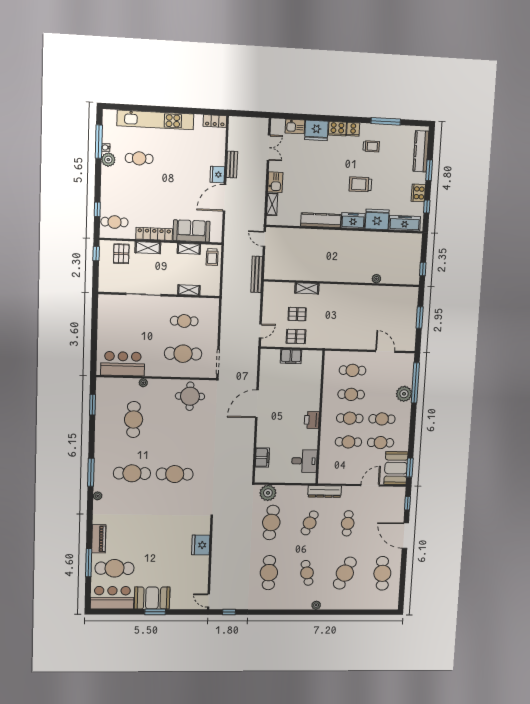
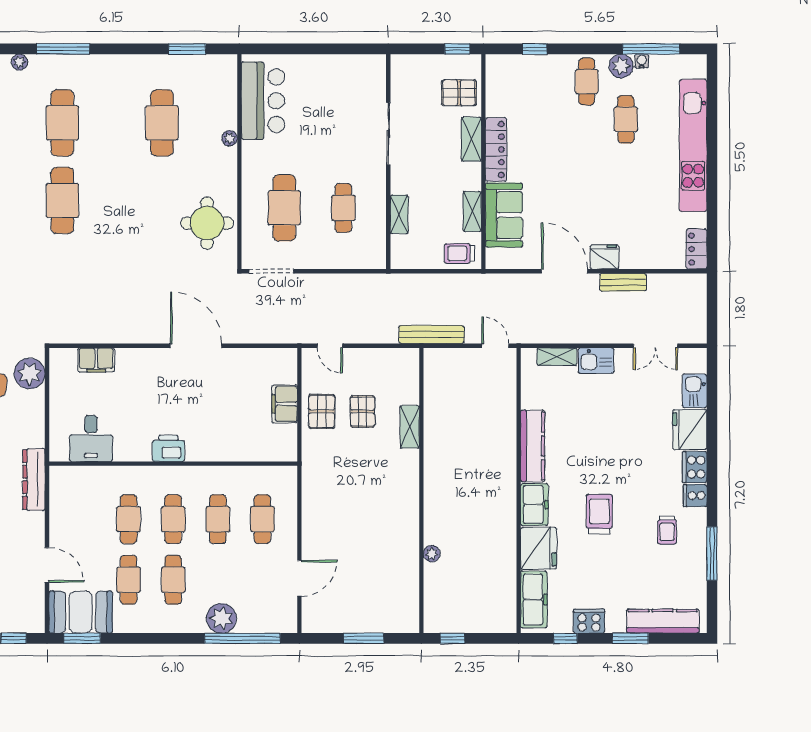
cafe table: (114, 222) -> (587, 82), moved
door: (264, 239) -> (495, 346), hinge flipped
cafe table: (134, 419) -> (162, 123), turned 90

